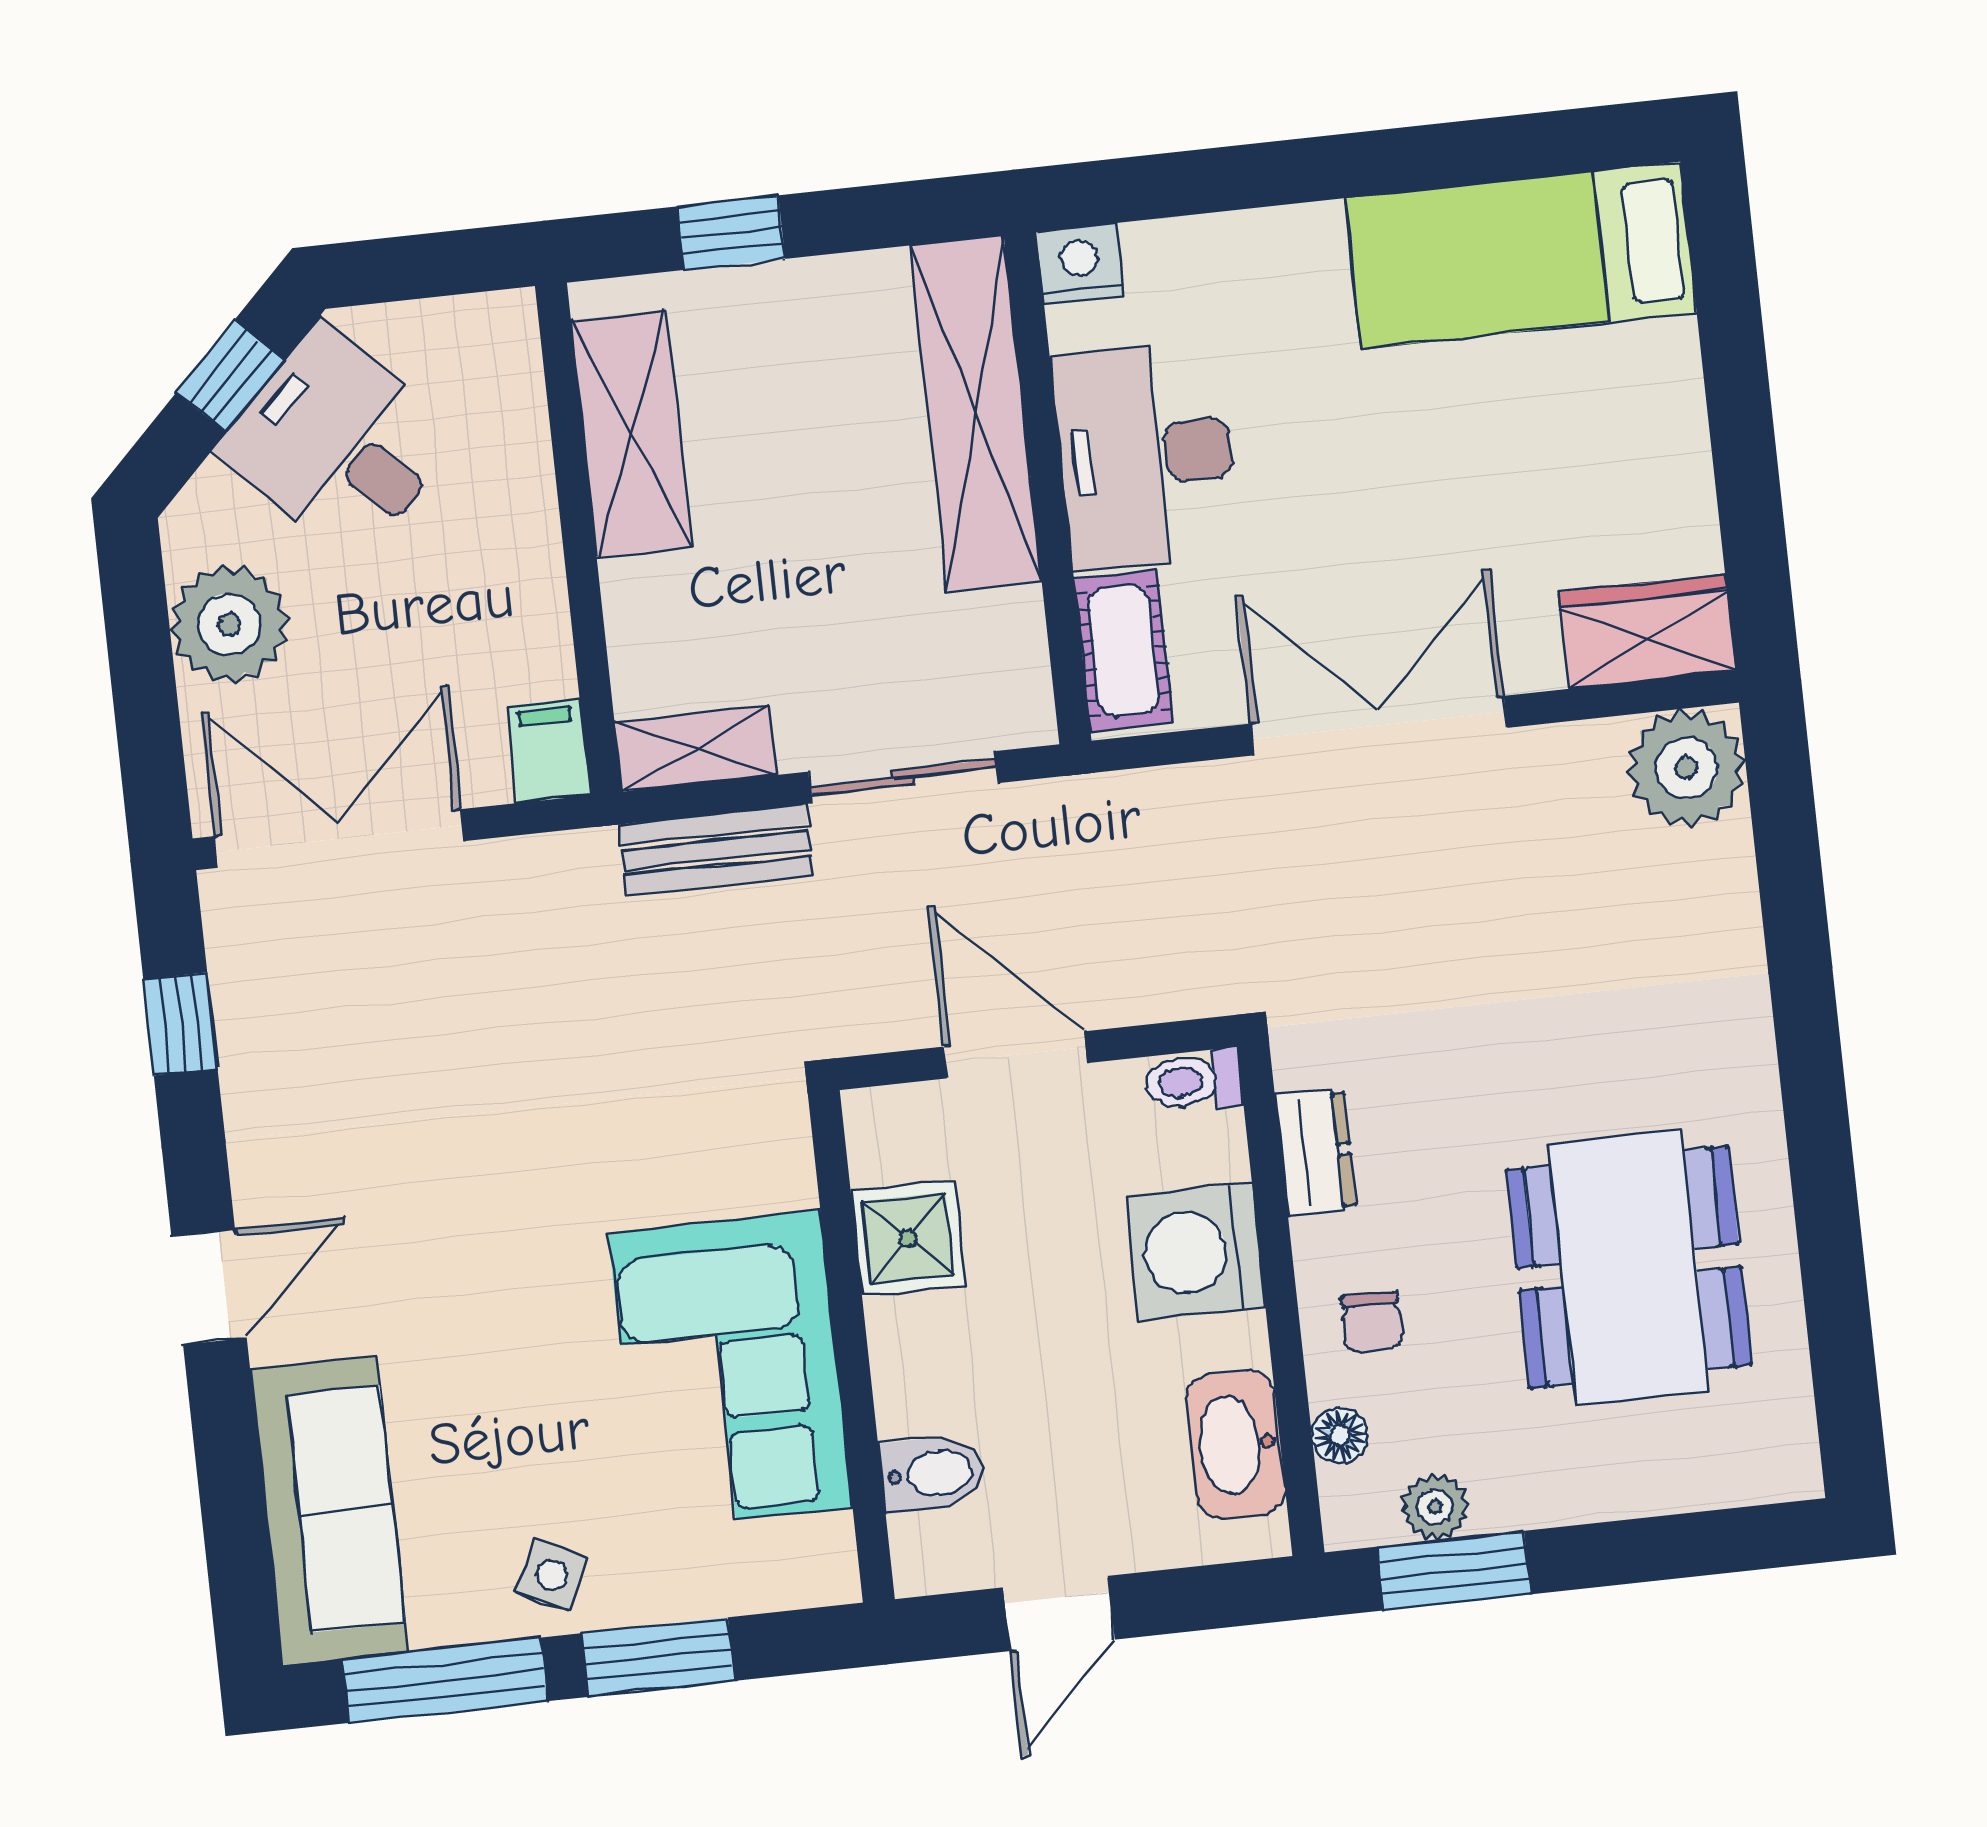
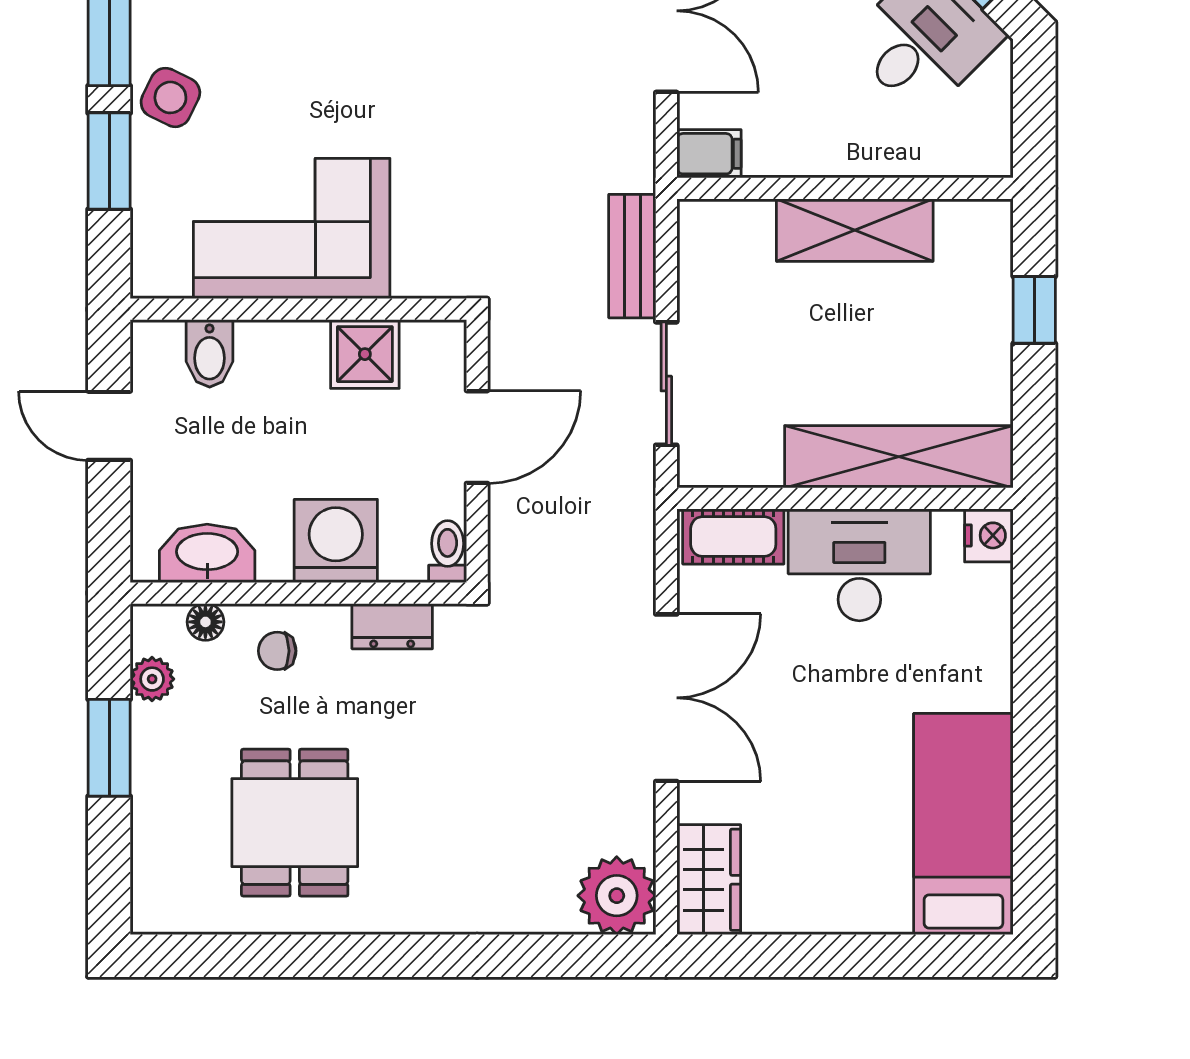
shelving: (631, 434) -> (855, 230), moved
shelving: (696, 749) -> (700, 250), removed
dining table: (1629, 1267) -> (295, 823), width x0.73
window: (1454, 1571) -> (109, 748), moved
side table: (552, 1575) -> (170, 97), width x1.37, depth x1.37

